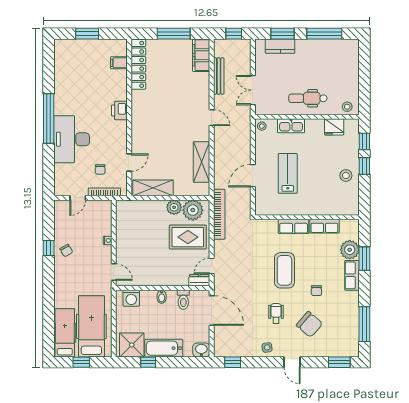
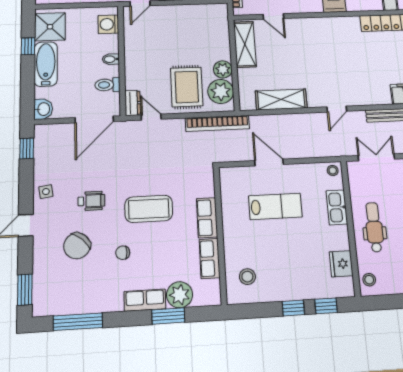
stool: (346, 175) -> (247, 277), moved

